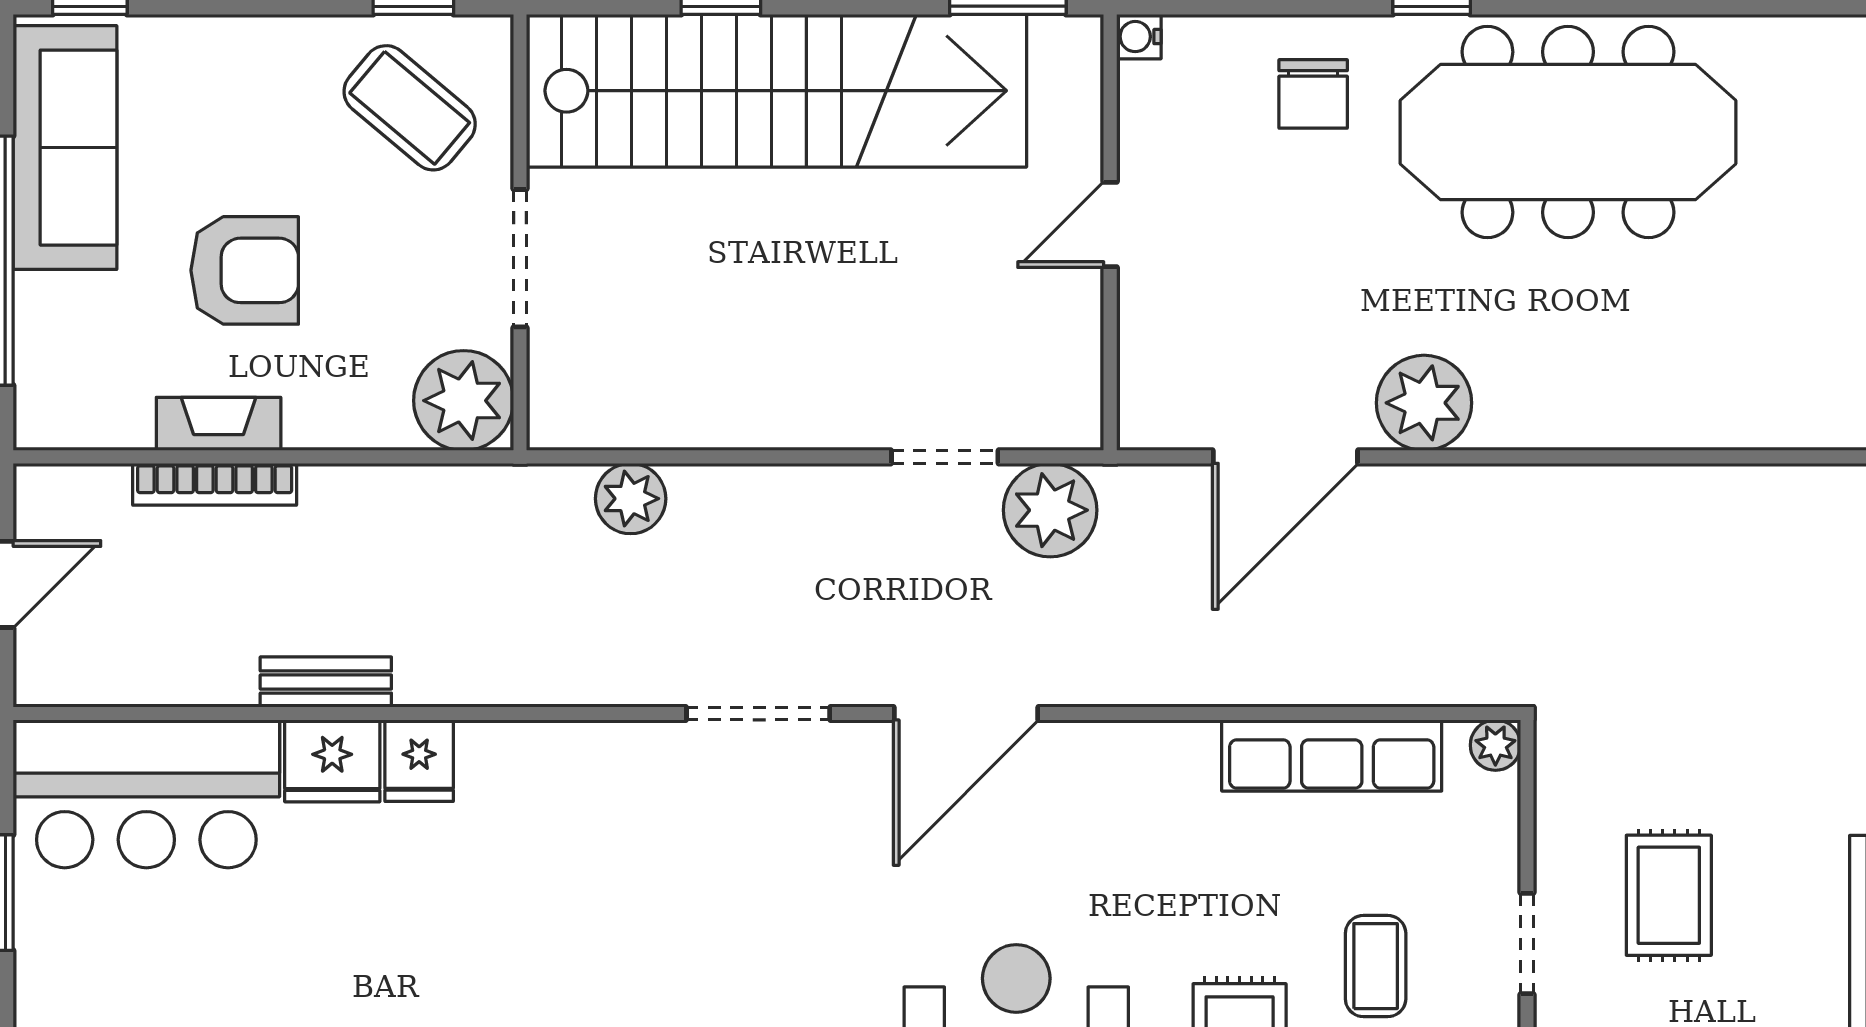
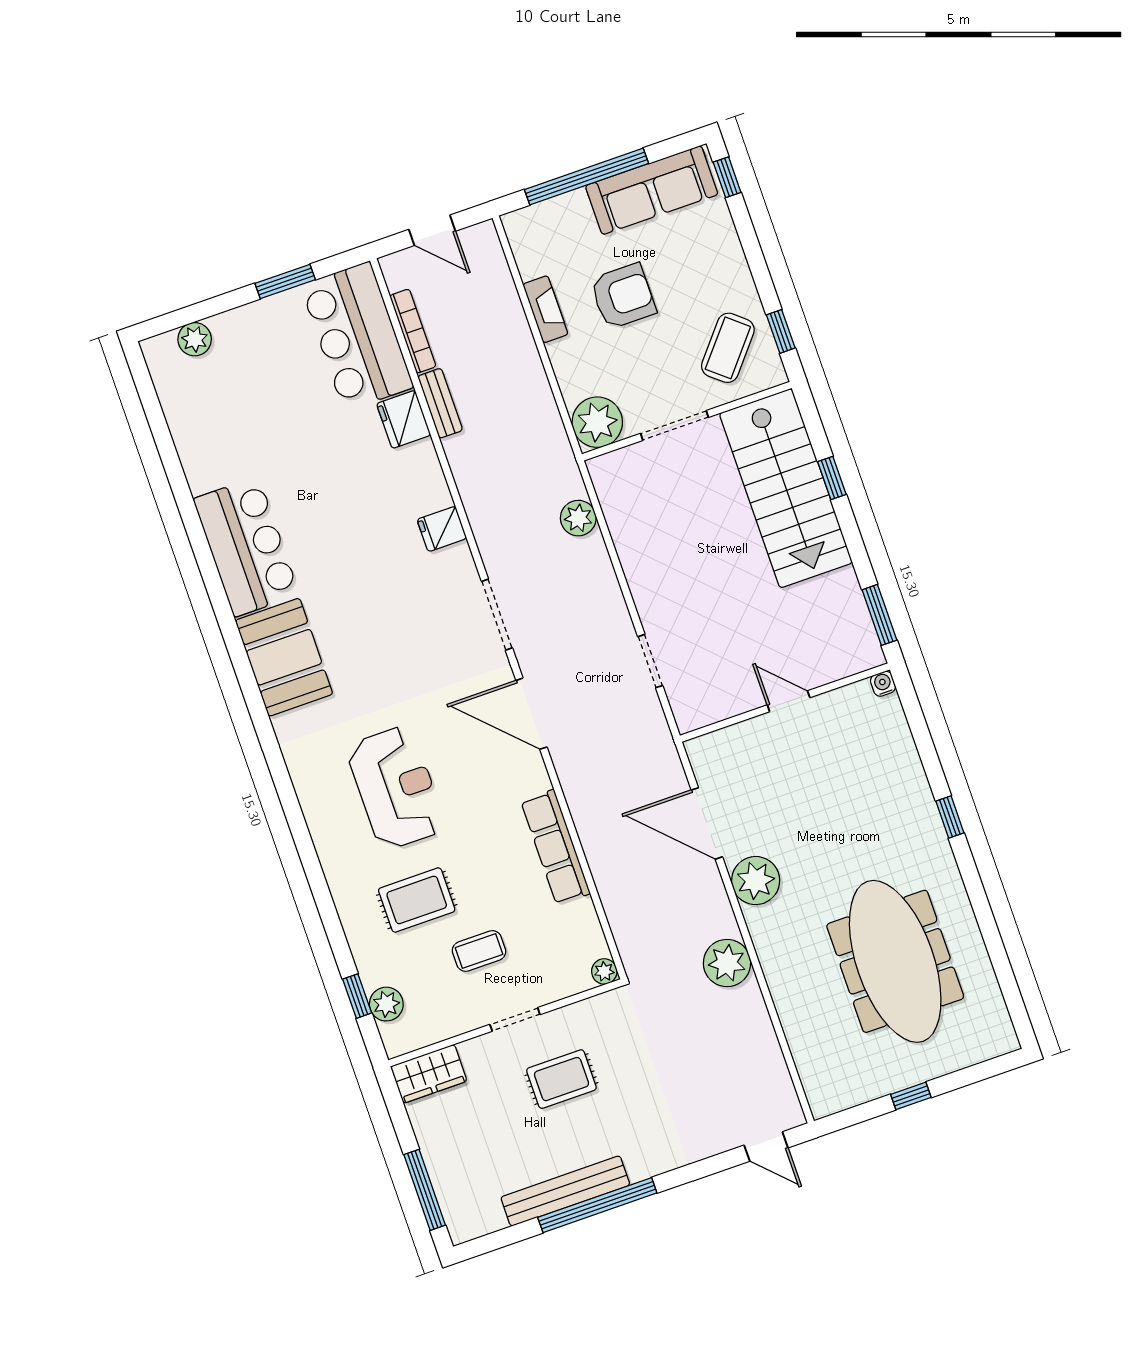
stairs: (776, 91) -> (786, 488), width x0.73
chair: (1313, 94) -> (885, 776), removed
meeting table: (1568, 132) -> (895, 961), moved
armchair: (245, 270) -> (623, 296), turned -90
bookcase: (215, 484) -> (413, 331), moved, turned 180
plant: (1050, 510) -> (727, 963), moved
row of seats: (1332, 755) -> (555, 847), moved
fridge: (419, 761) -> (442, 529), moved

